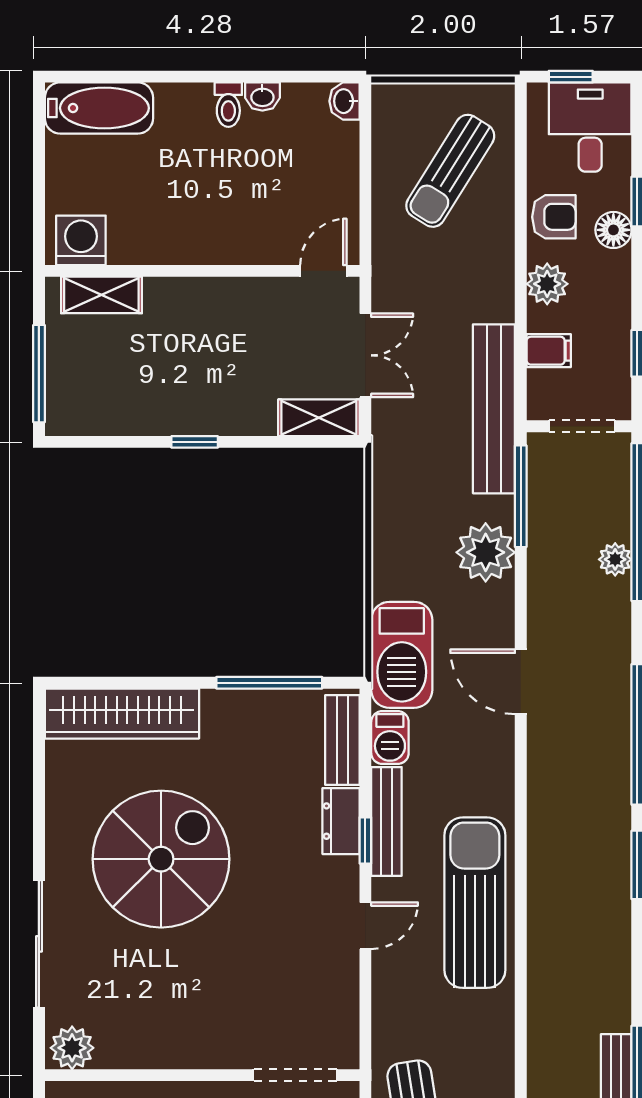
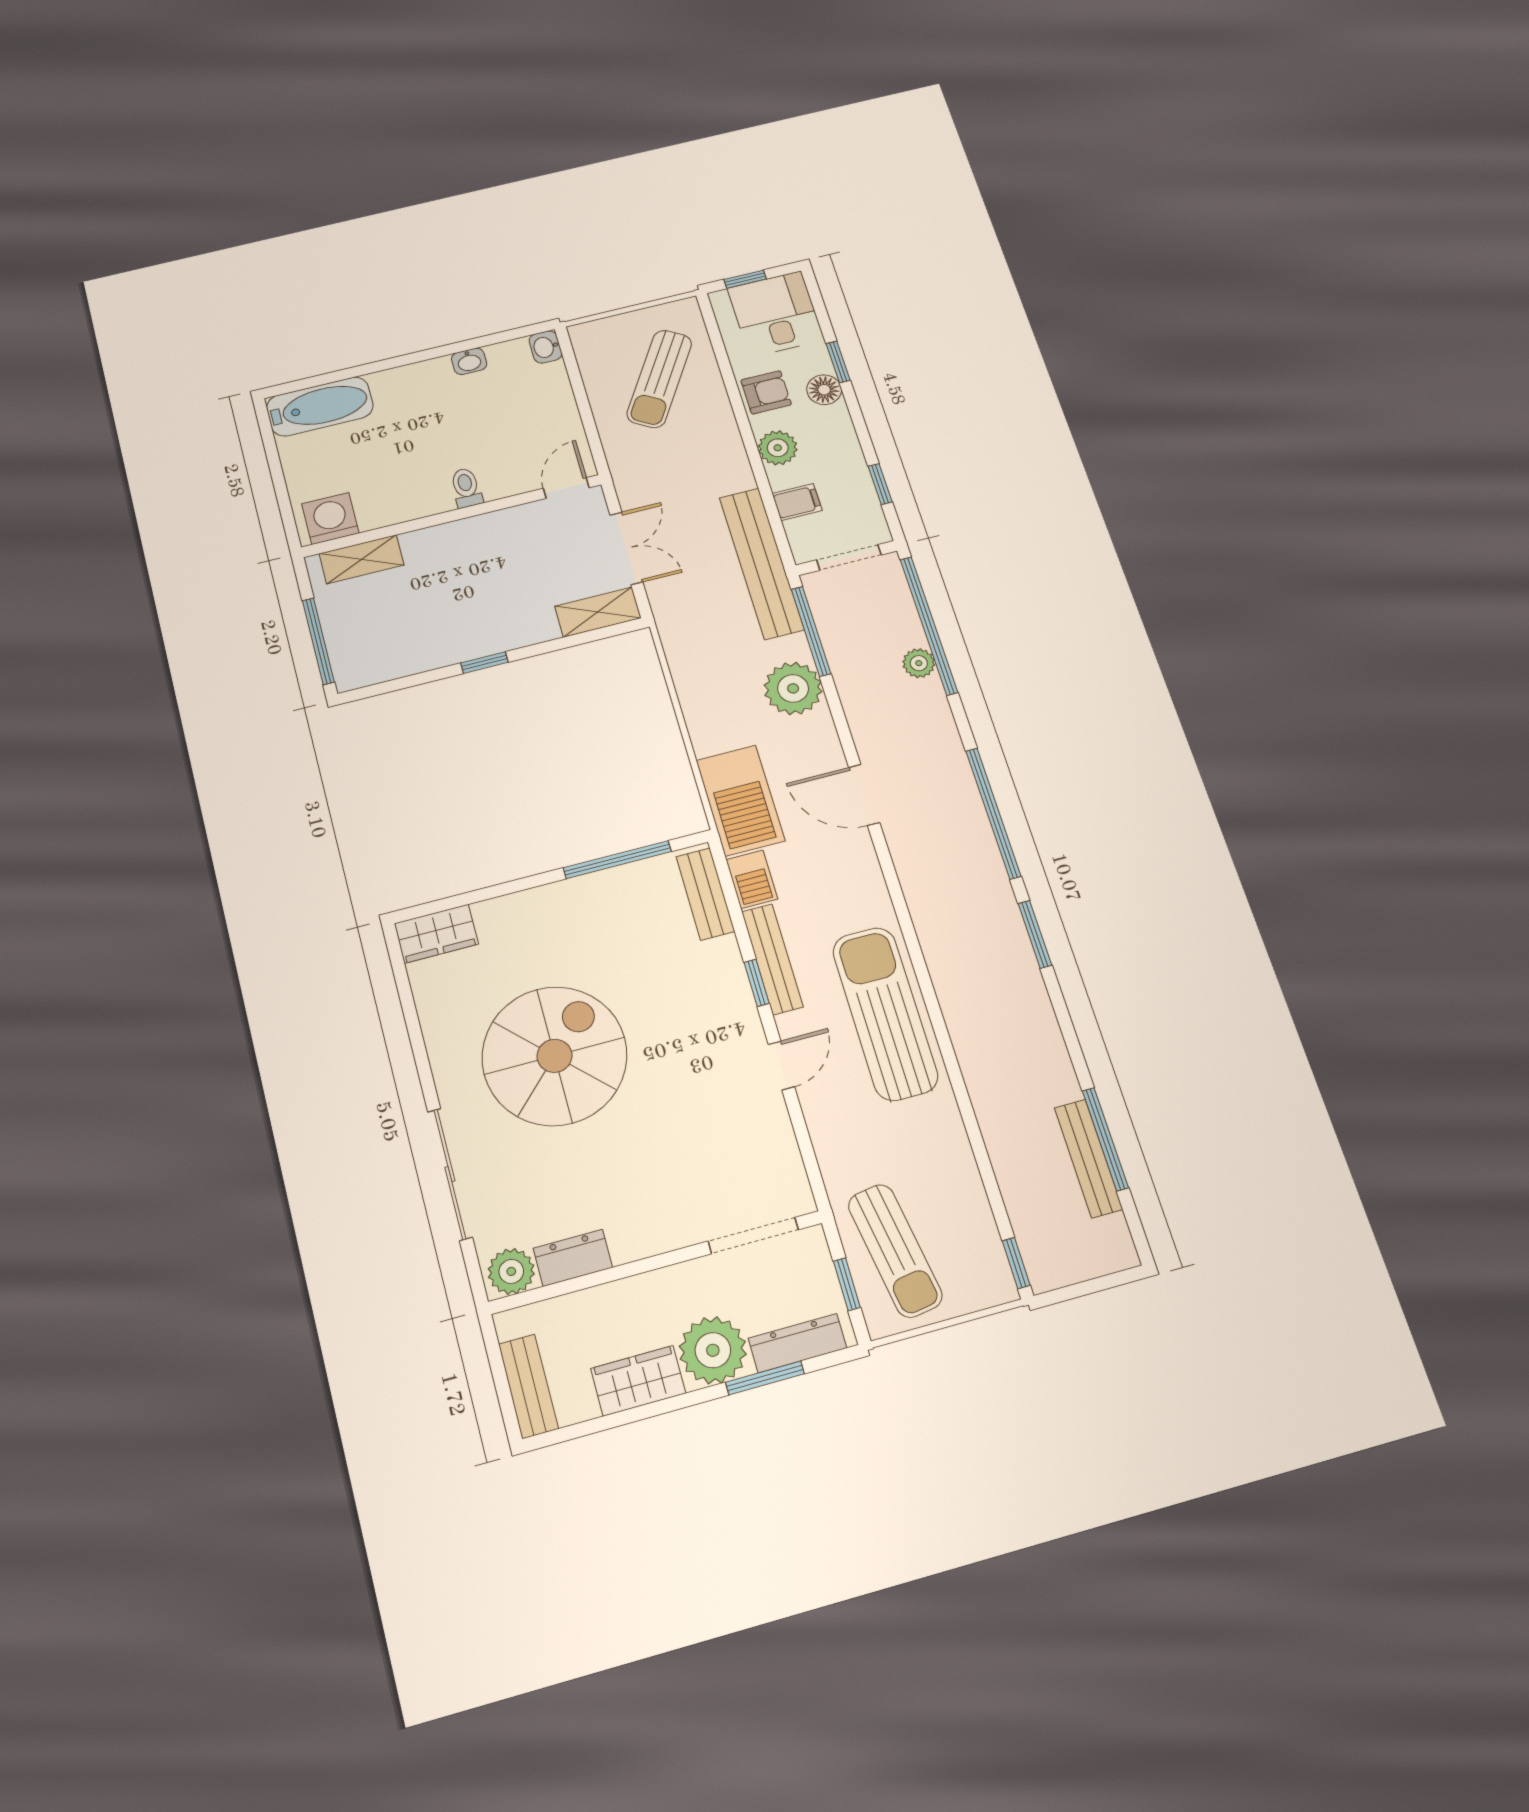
toilet: (228, 105) -> (466, 488), moved, turned 180
wardrobe: (122, 714) -> (436, 934), width x0.48, depth x0.85
dresser: (341, 821) -> (573, 1258), moved, turned 90

